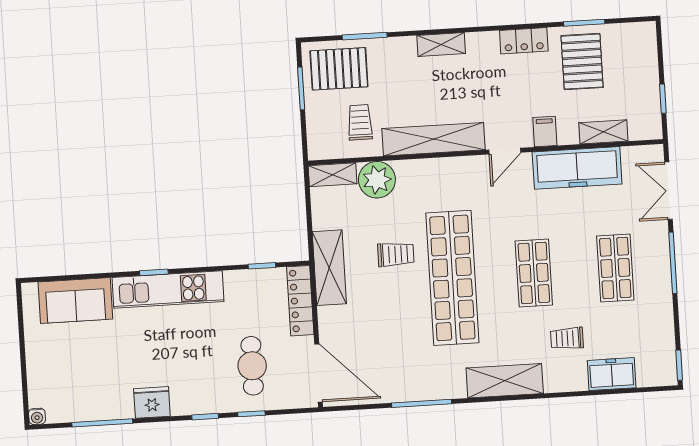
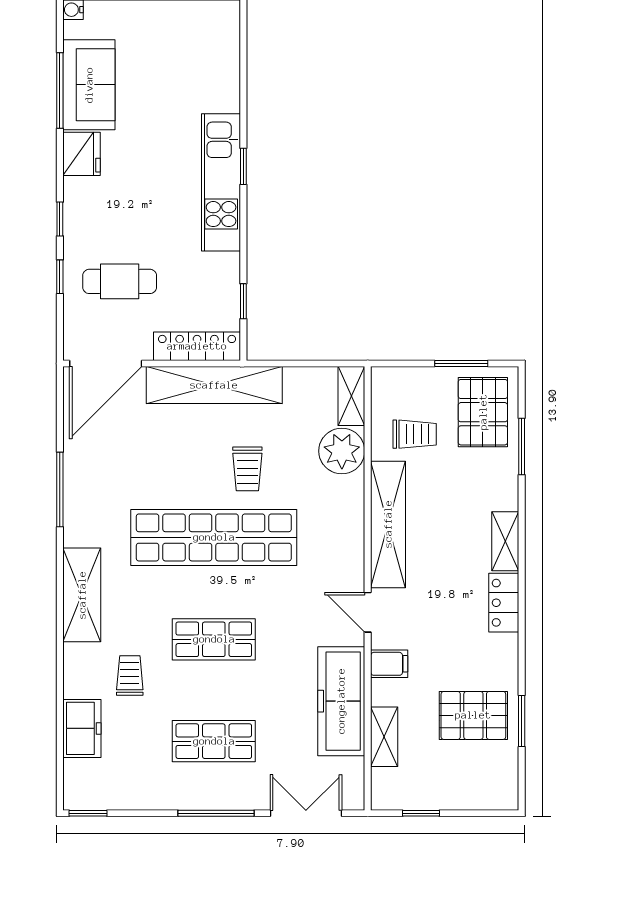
locker: (524, 41) -> (504, 603), moved
shelving: (329, 268) -> (214, 385), width x1.47
sofa: (75, 300) -> (89, 85), moved, turned 180

